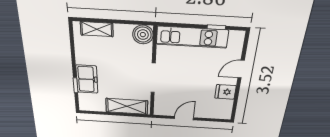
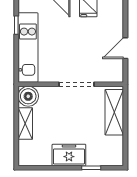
shelving: (97, 29) -> (25, 124), moved
freezer: (87, 79) -> (69, 155), moved
door: (184, 118) -> (125, 48), hinge flipped

